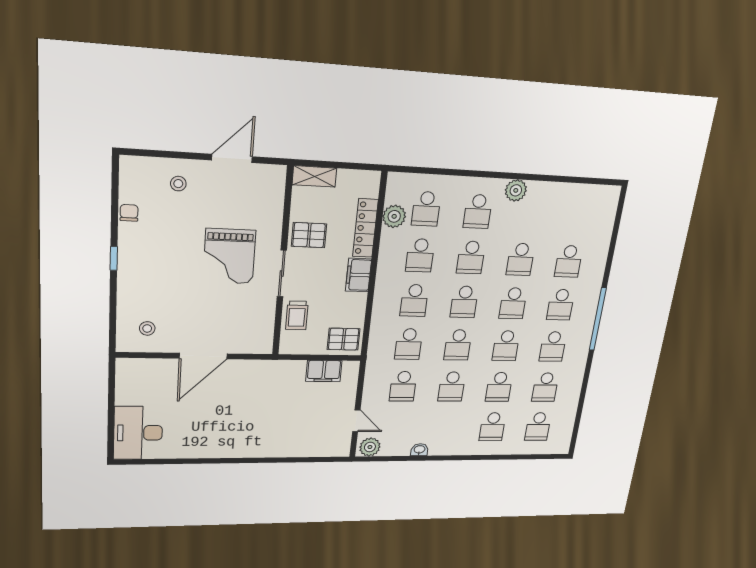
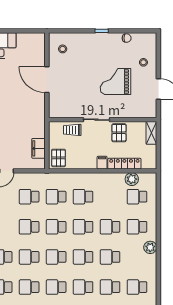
school desk: (420, 255) -> (137, 287), moved
grand piano: (229, 256) -> (116, 82), moved
filing cabinet: (359, 275) -> (102, 163), width x0.50

